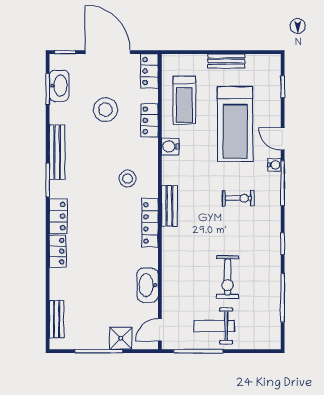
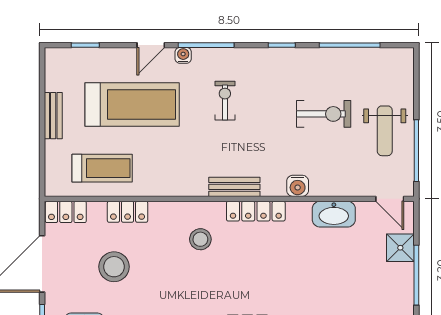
water cooler: (170, 146) -> (298, 186), moved

